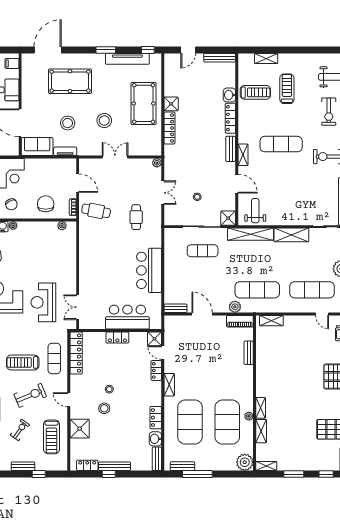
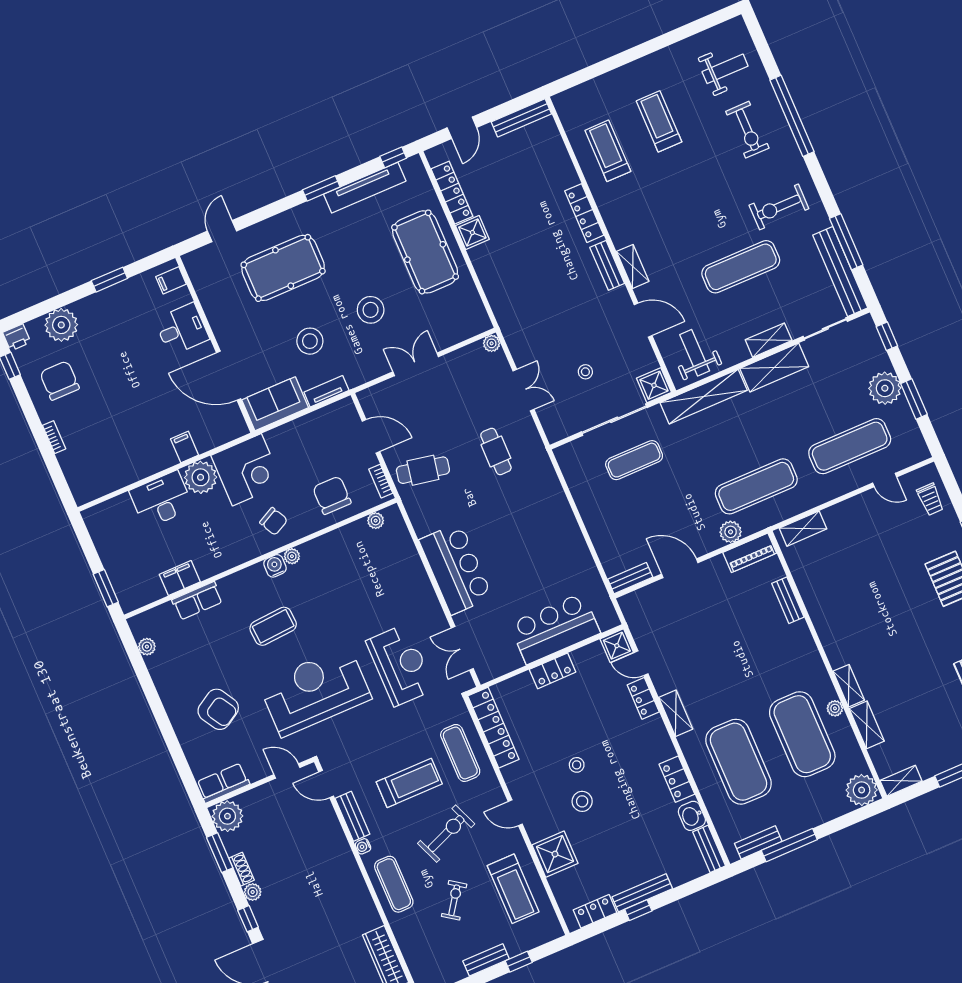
door: (48, 50) -> (222, 231), width x0.53
shelving: (266, 58) -> (769, 340), moved
treadmill: (255, 92) -> (608, 151), turned -90
washbasin: (229, 95) -> (566, 174), removed
locker: (169, 128) -> (452, 193), moved
exercise mat: (281, 144) -> (741, 267), moved
bar counter: (149, 270) -> (456, 569), moved, turned 180
reception desk: (43, 302) -> (400, 665), turned 180
treadmill: (23, 362) -> (409, 783), turned 180

